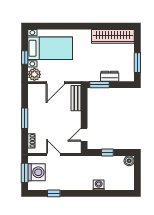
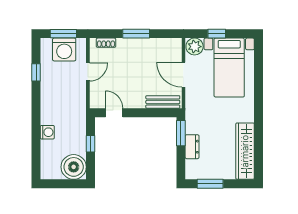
boiler: (129, 161) -> (74, 167), width x1.86, depth x1.86

